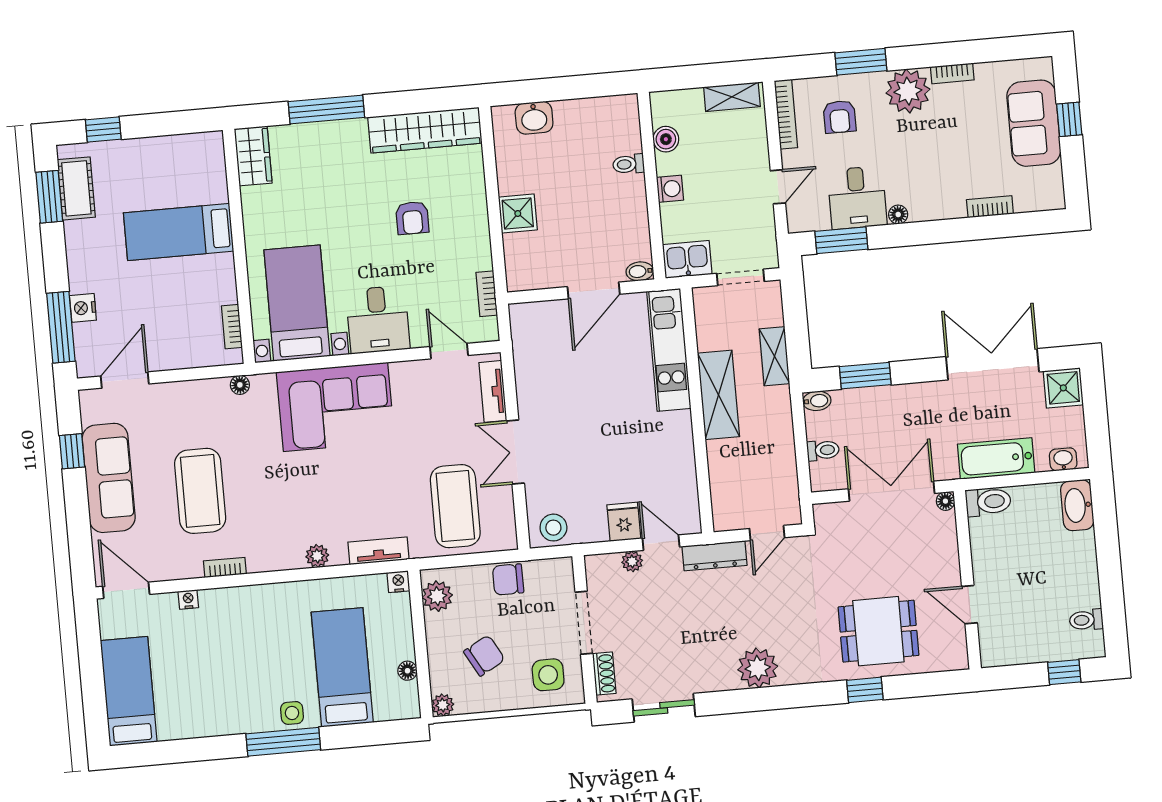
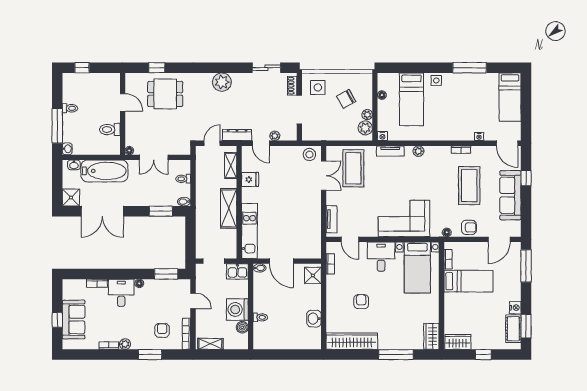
plant: (908, 91) -> (125, 344), width x0.53, depth x0.53
washbasin: (534, 118) -> (314, 319), moved, turned -90
window: (103, 129) -> (483, 355), moved
wardrobe: (194, 149) -> (458, 342), added
door: (778, 187) -> (193, 301), swing flipped
washing machine: (670, 189) -> (237, 310), width x1.89, depth x1.89
desk: (857, 198) -> (121, 293), moved
shower: (518, 213) -> (313, 276), moved
bed: (179, 232) -> (468, 281), moved
door: (594, 290) -> (281, 261), swing flipped
nightstand: (83, 308) -> (515, 308), moved
shelving: (774, 356) -> (231, 165), moved
armchair: (193, 400) -> (469, 227), added
window: (72, 451) -> (526, 178), moved
double door: (515, 452) -> (324, 176), moved
bathtub: (996, 458) -> (104, 171), width x1.36, depth x1.36
double door: (891, 491) -> (154, 157), width x0.73
toilet: (988, 502) -> (110, 130), moved
washbasin: (1077, 505) -> (67, 149), width x0.52, depth x0.69
fridge: (624, 522) -> (250, 179), moved, turned -90
window: (1107, 541) -> (57, 126), added
chair: (508, 579) -> (332, 133), removed
toilet: (1086, 620) -> (70, 108), moved
window: (865, 690) -> (157, 68), moved
plant: (443, 705) -> (367, 115), moved
window: (283, 742) -> (470, 68), moved

